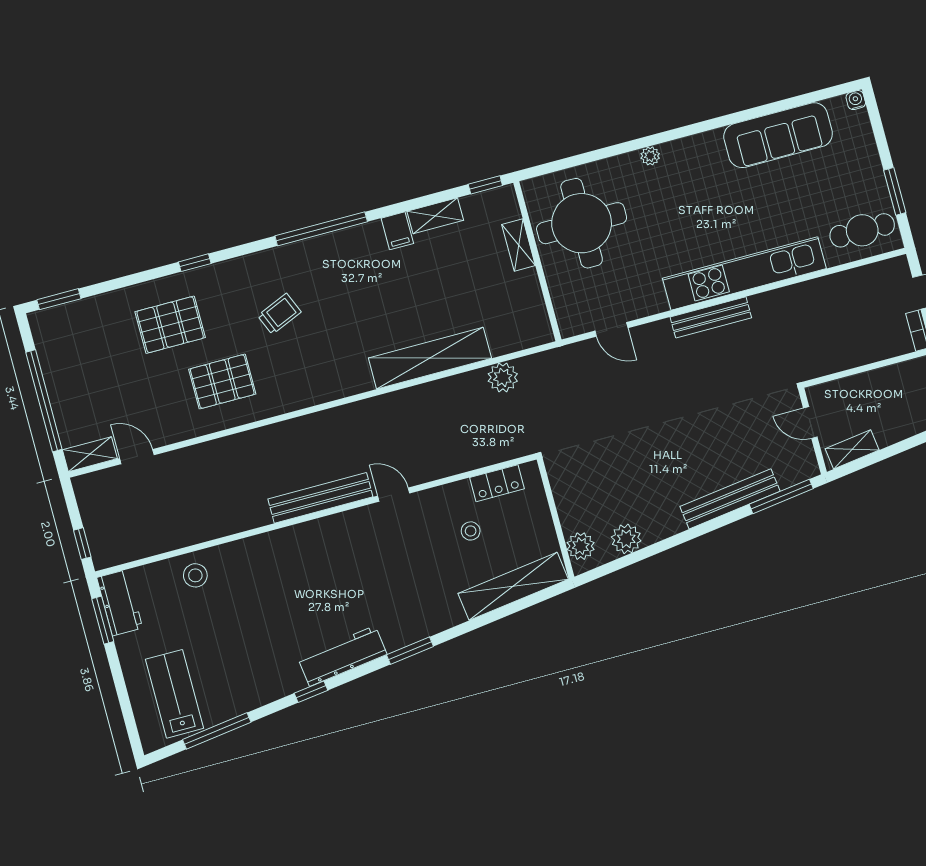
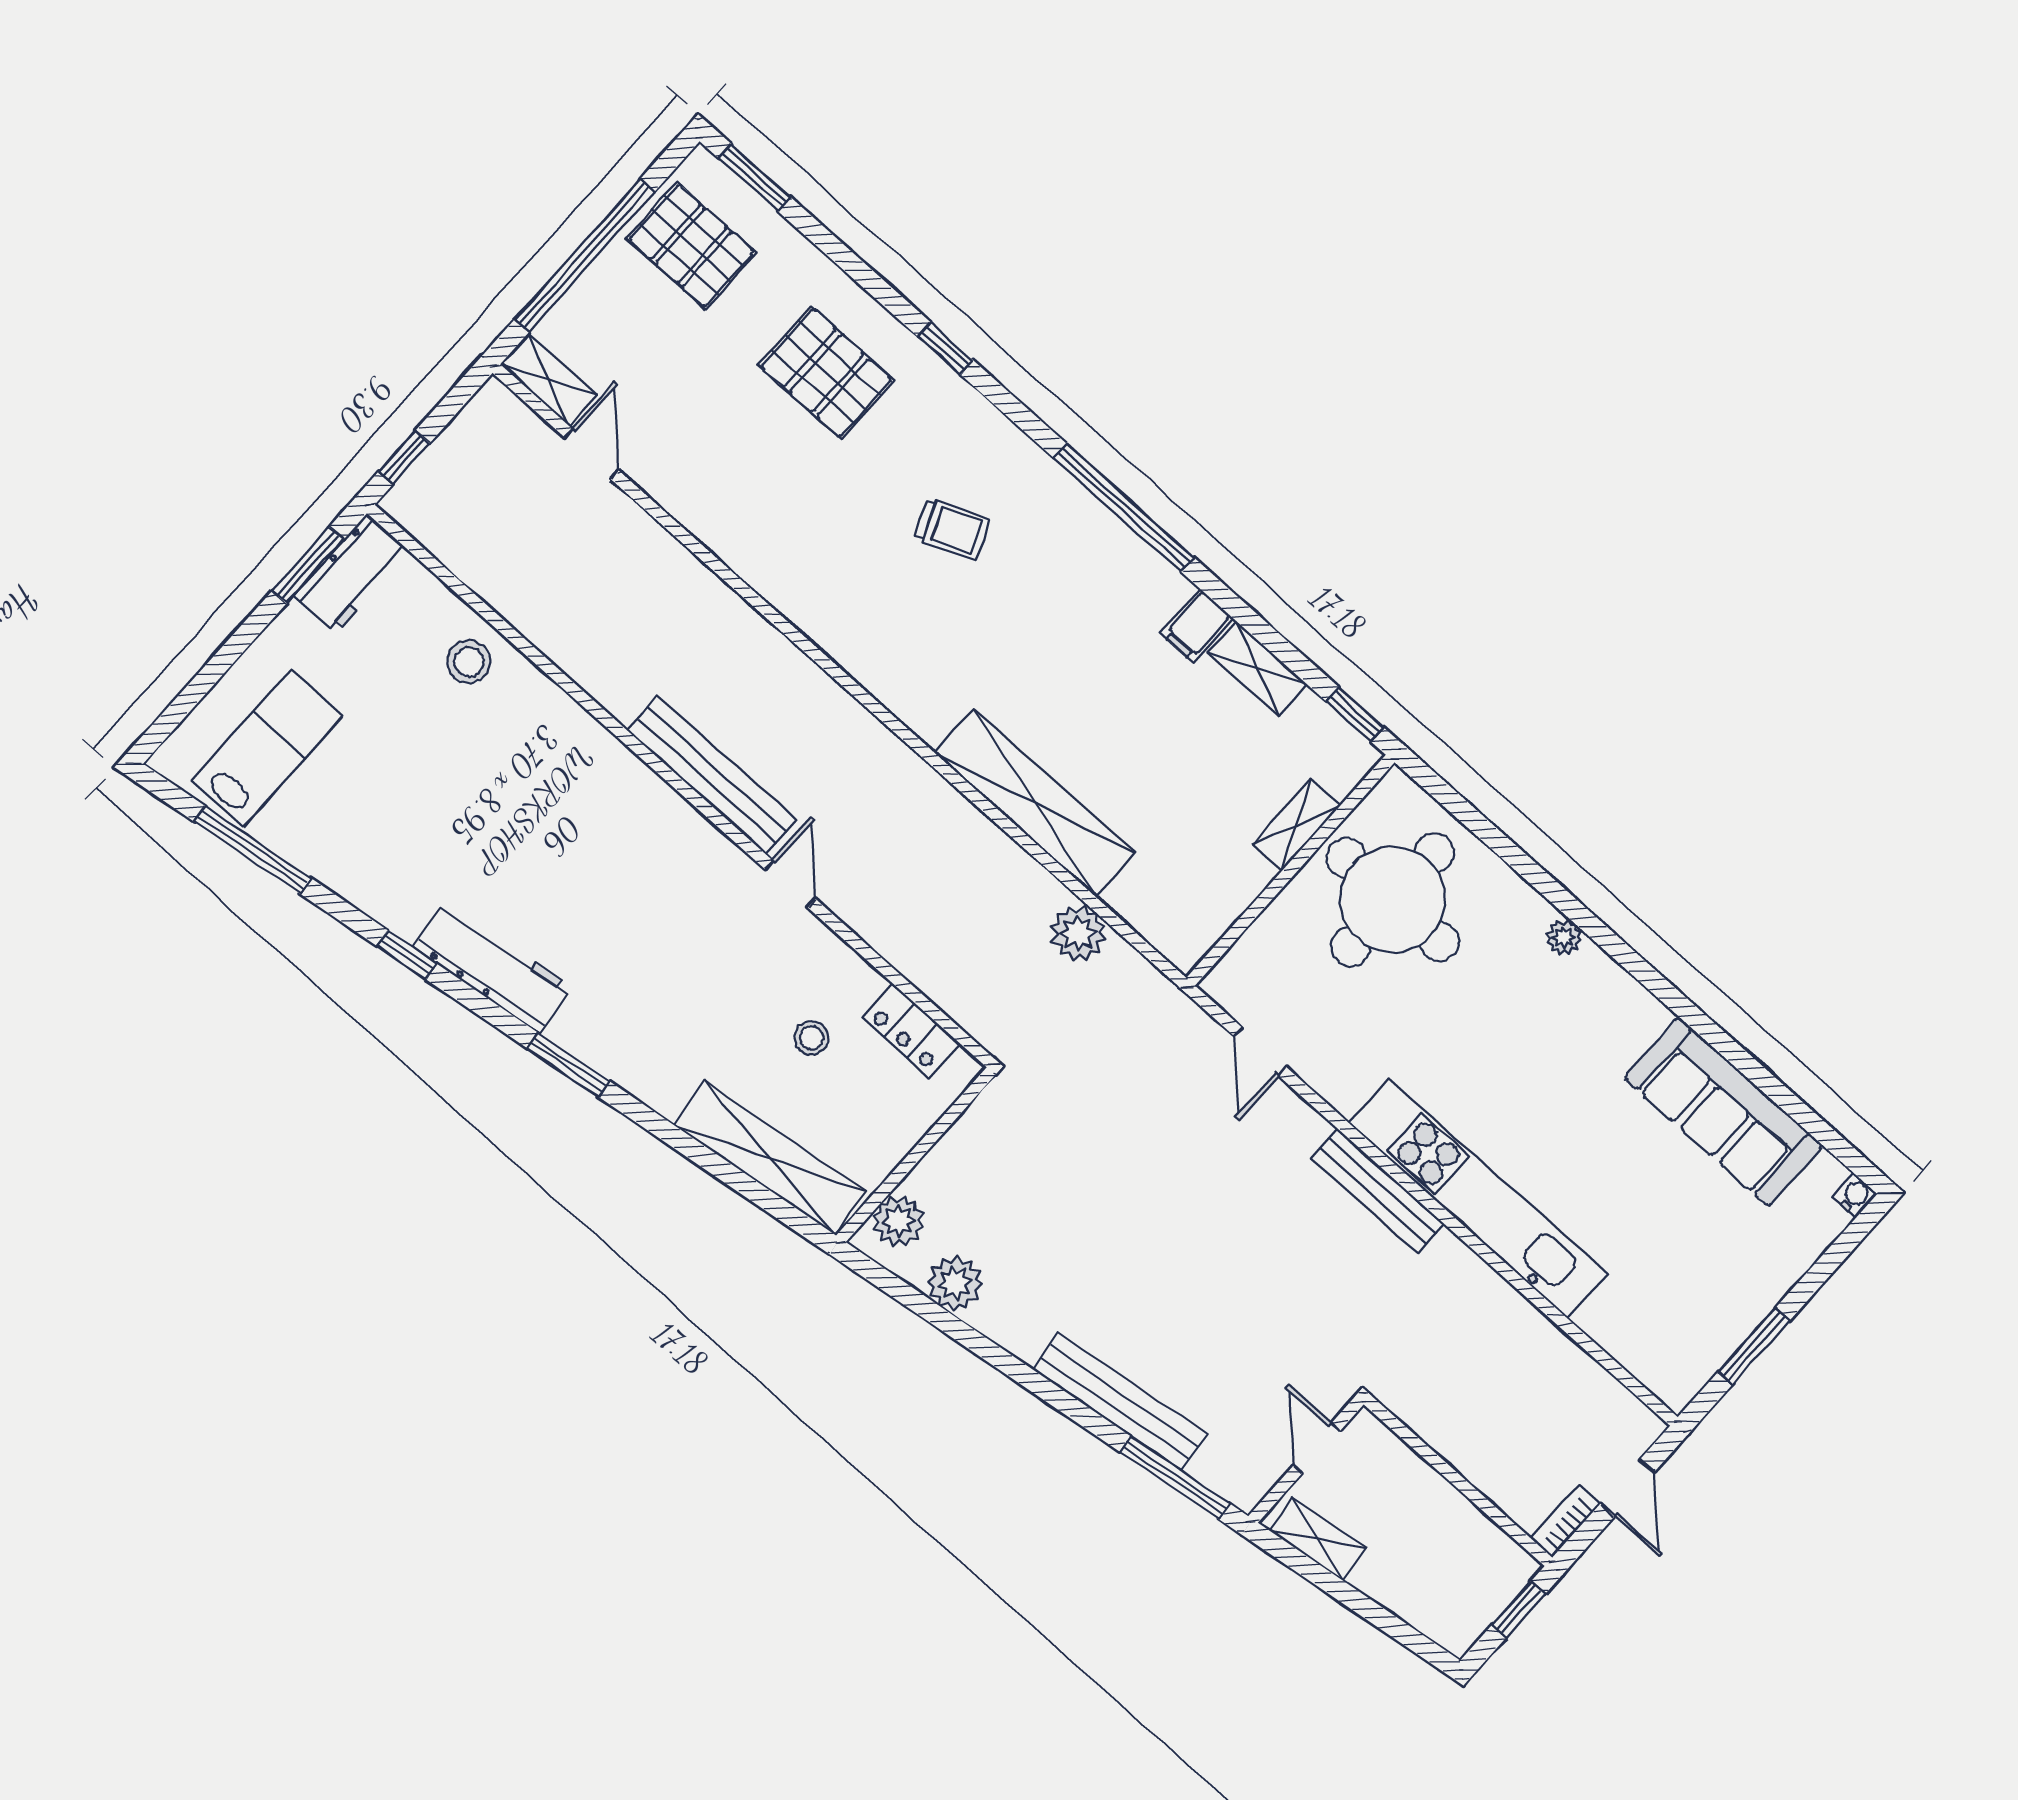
cafe table: (862, 230) -> (1662, 1335), removed
pallet: (222, 382) -> (691, 246), moved

